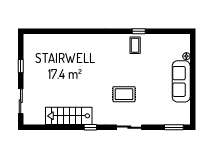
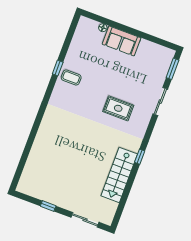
sofa: (181, 81) -> (122, 41), width x0.73
rug: (124, 94) -> (118, 108), turned 90
sliding door: (129, 127) -> (160, 101), moved

